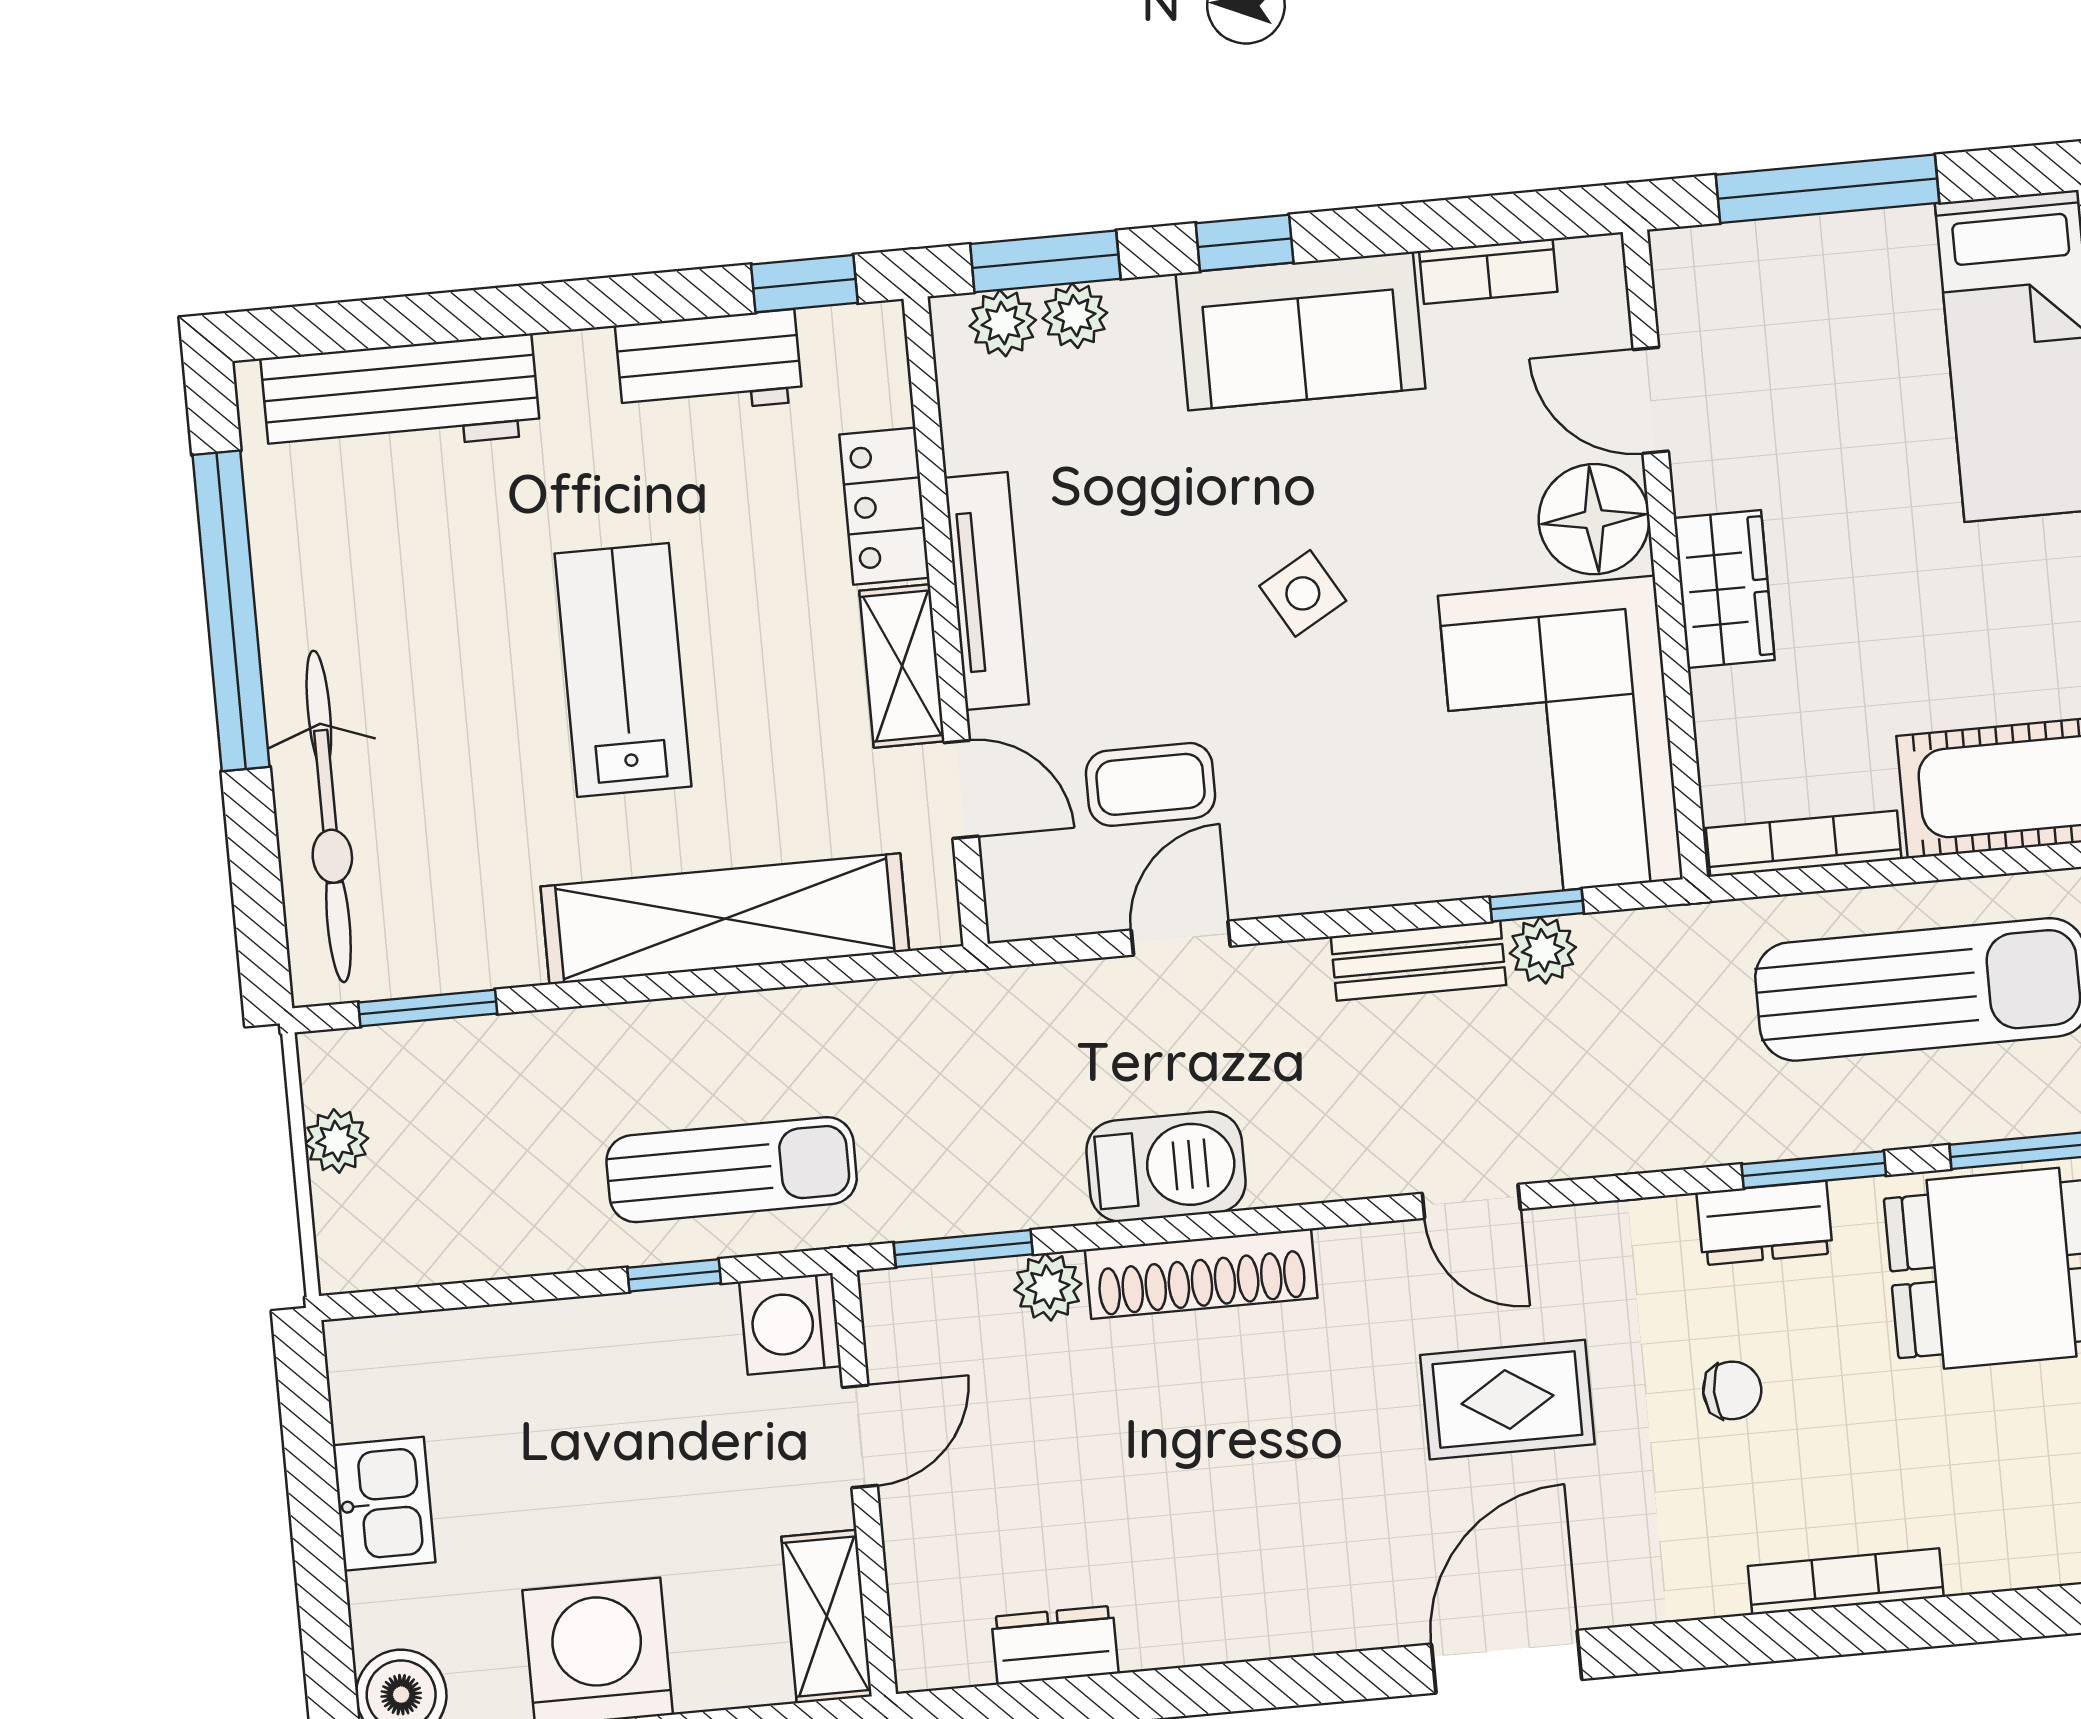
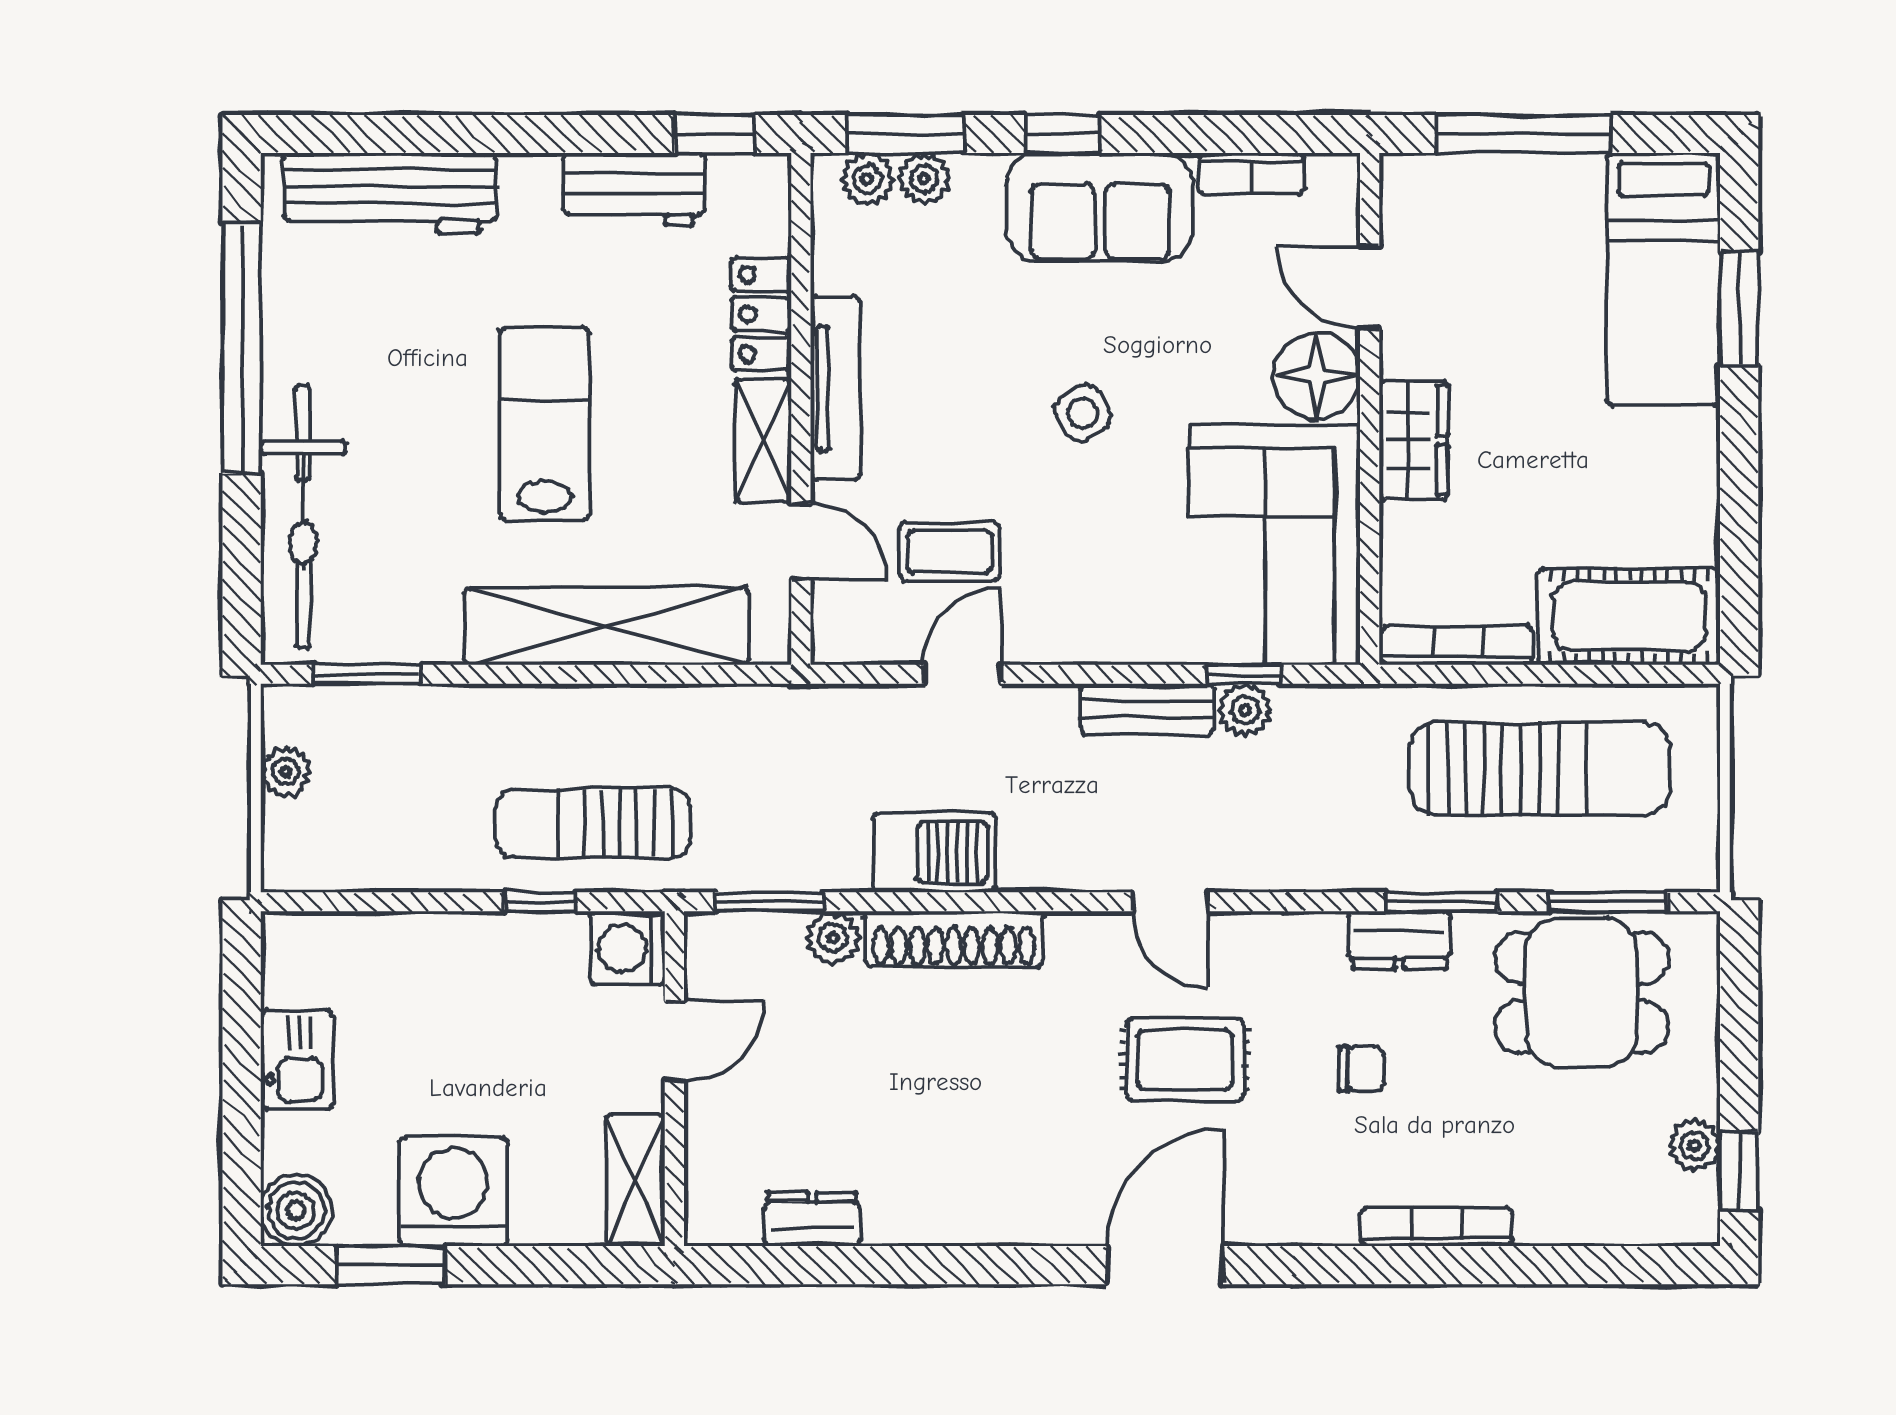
sun lounger: (732, 1170) -> (593, 823), turned 180

